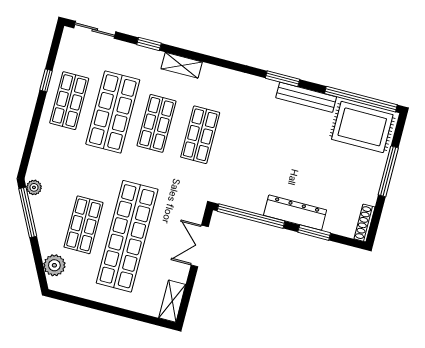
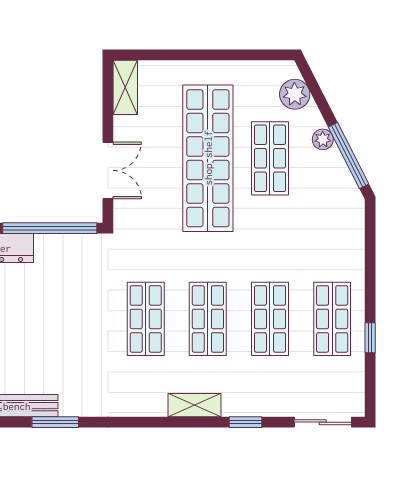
shop shelf: (113, 112) -> (270, 319), width x0.70, depth x0.74
plant: (34, 187) -> (323, 139), moved

